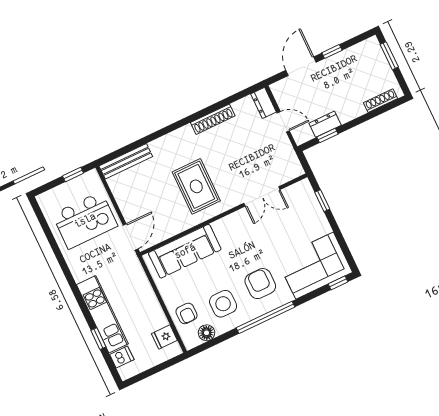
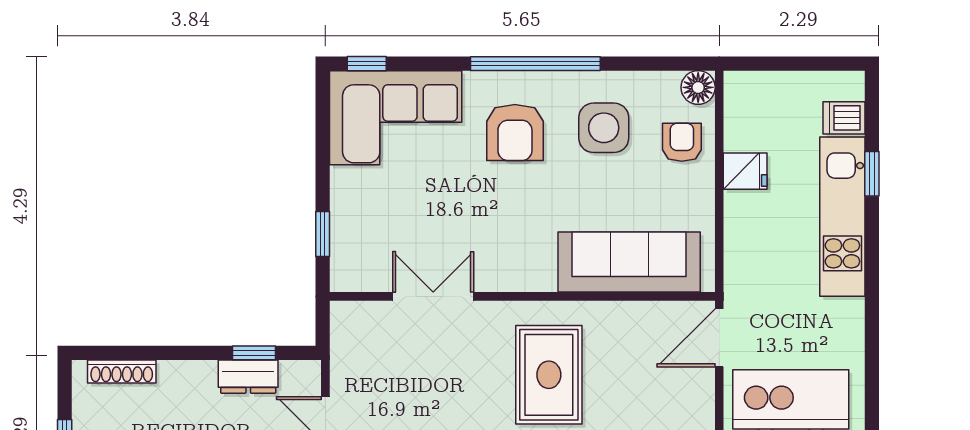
floor lamp: (207, 333) -> (698, 87), moved
fridge: (164, 337) -> (745, 171), moved

